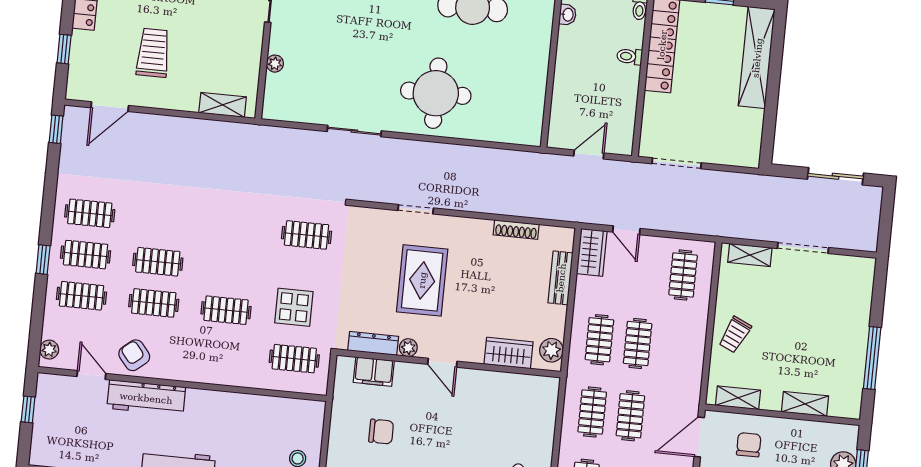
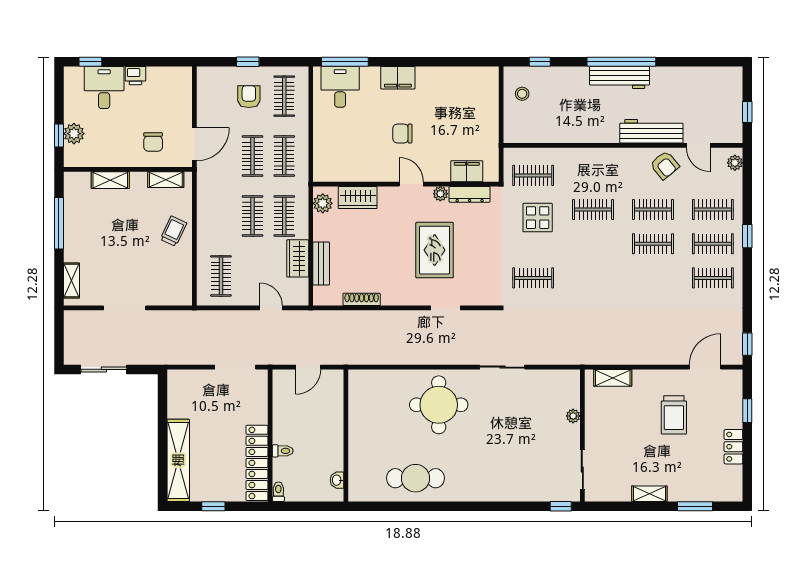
wardrobe: (592, 252) -> (298, 258), moved
shelving: (750, 255) -> (71, 281), moved, turned 90
chair: (381, 432) -> (402, 134), moved

